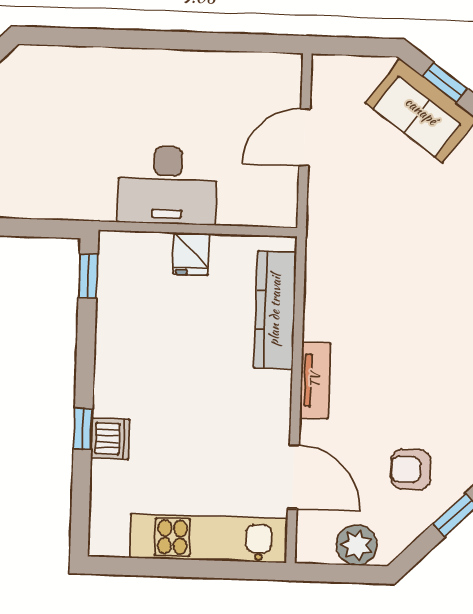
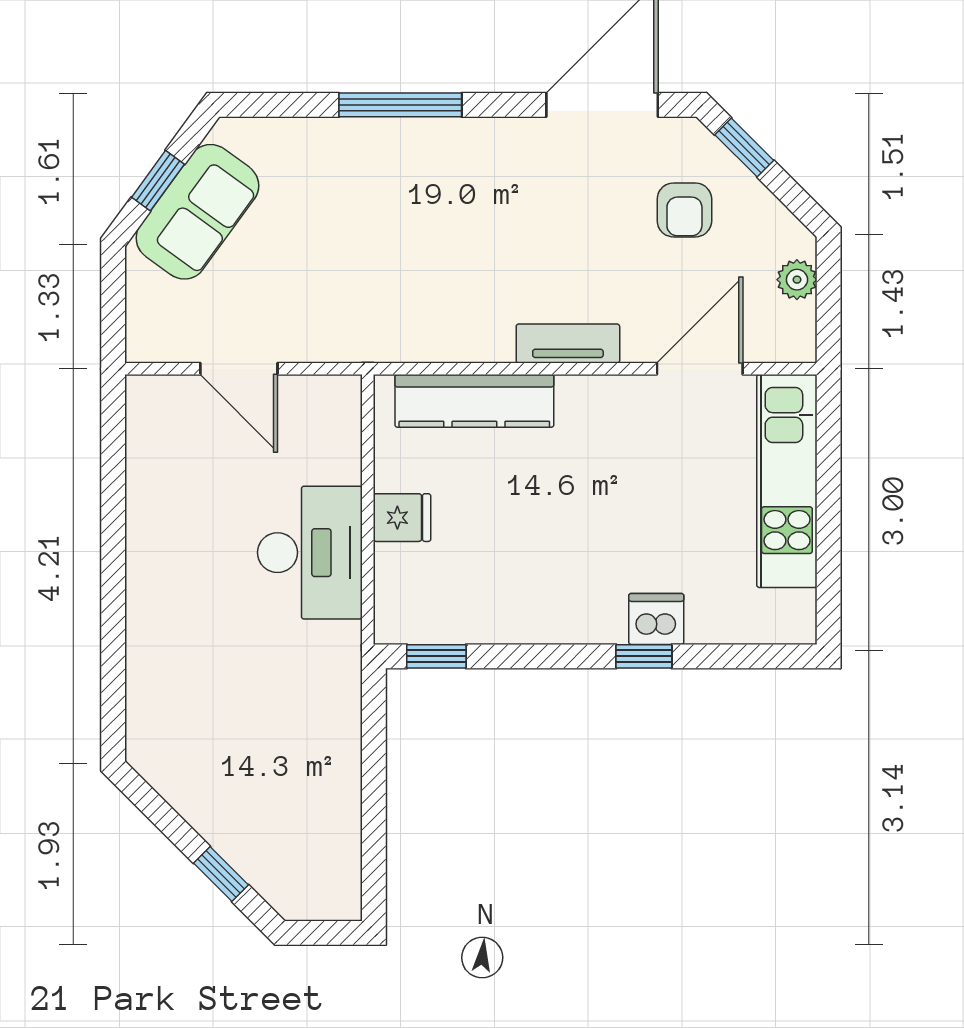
plant: (357, 545) -> (797, 280), width x0.73, depth x0.73

